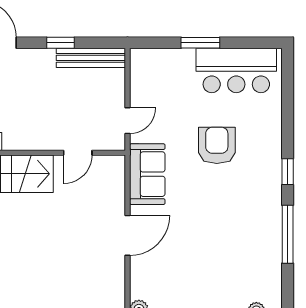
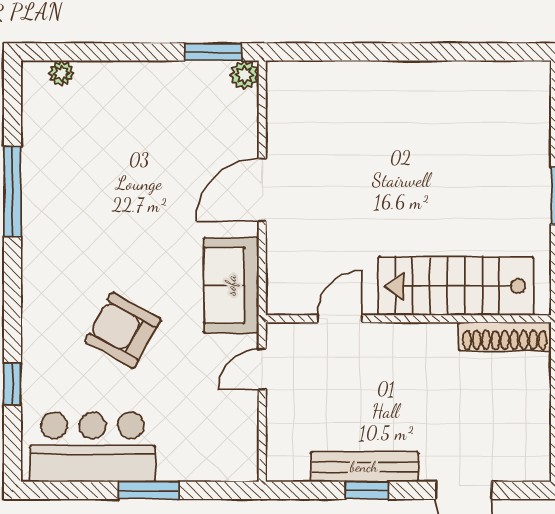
bench: (91, 58) -> (364, 467), moved
armchair: (217, 145) -> (123, 330), turned 119
window: (288, 172) -> (12, 384), moved

